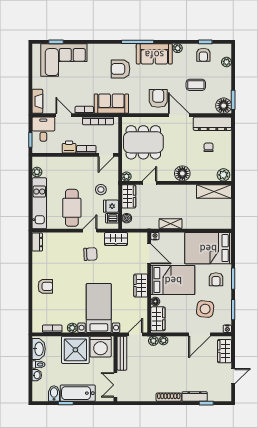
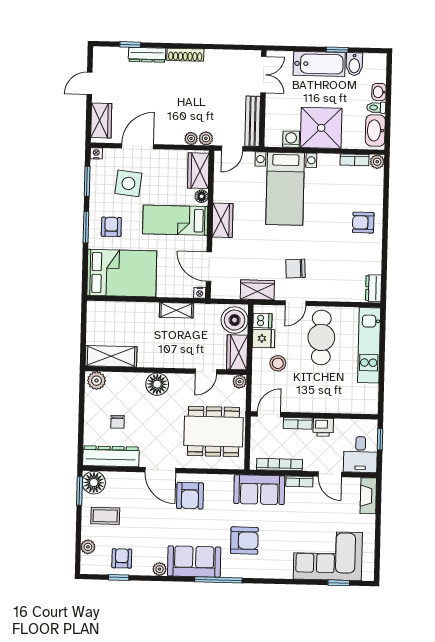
coffee table: (196, 85) -> (105, 516), moved
plant: (37, 172) -> (371, 392), removed
boiler: (127, 218) -> (235, 320), width x1.86, depth x1.86
bed: (173, 280) -> (175, 220), width x0.67
plant: (72, 328) -> (377, 162), moved
washing machine: (101, 347) -> (291, 139), width x0.53, depth x0.53

